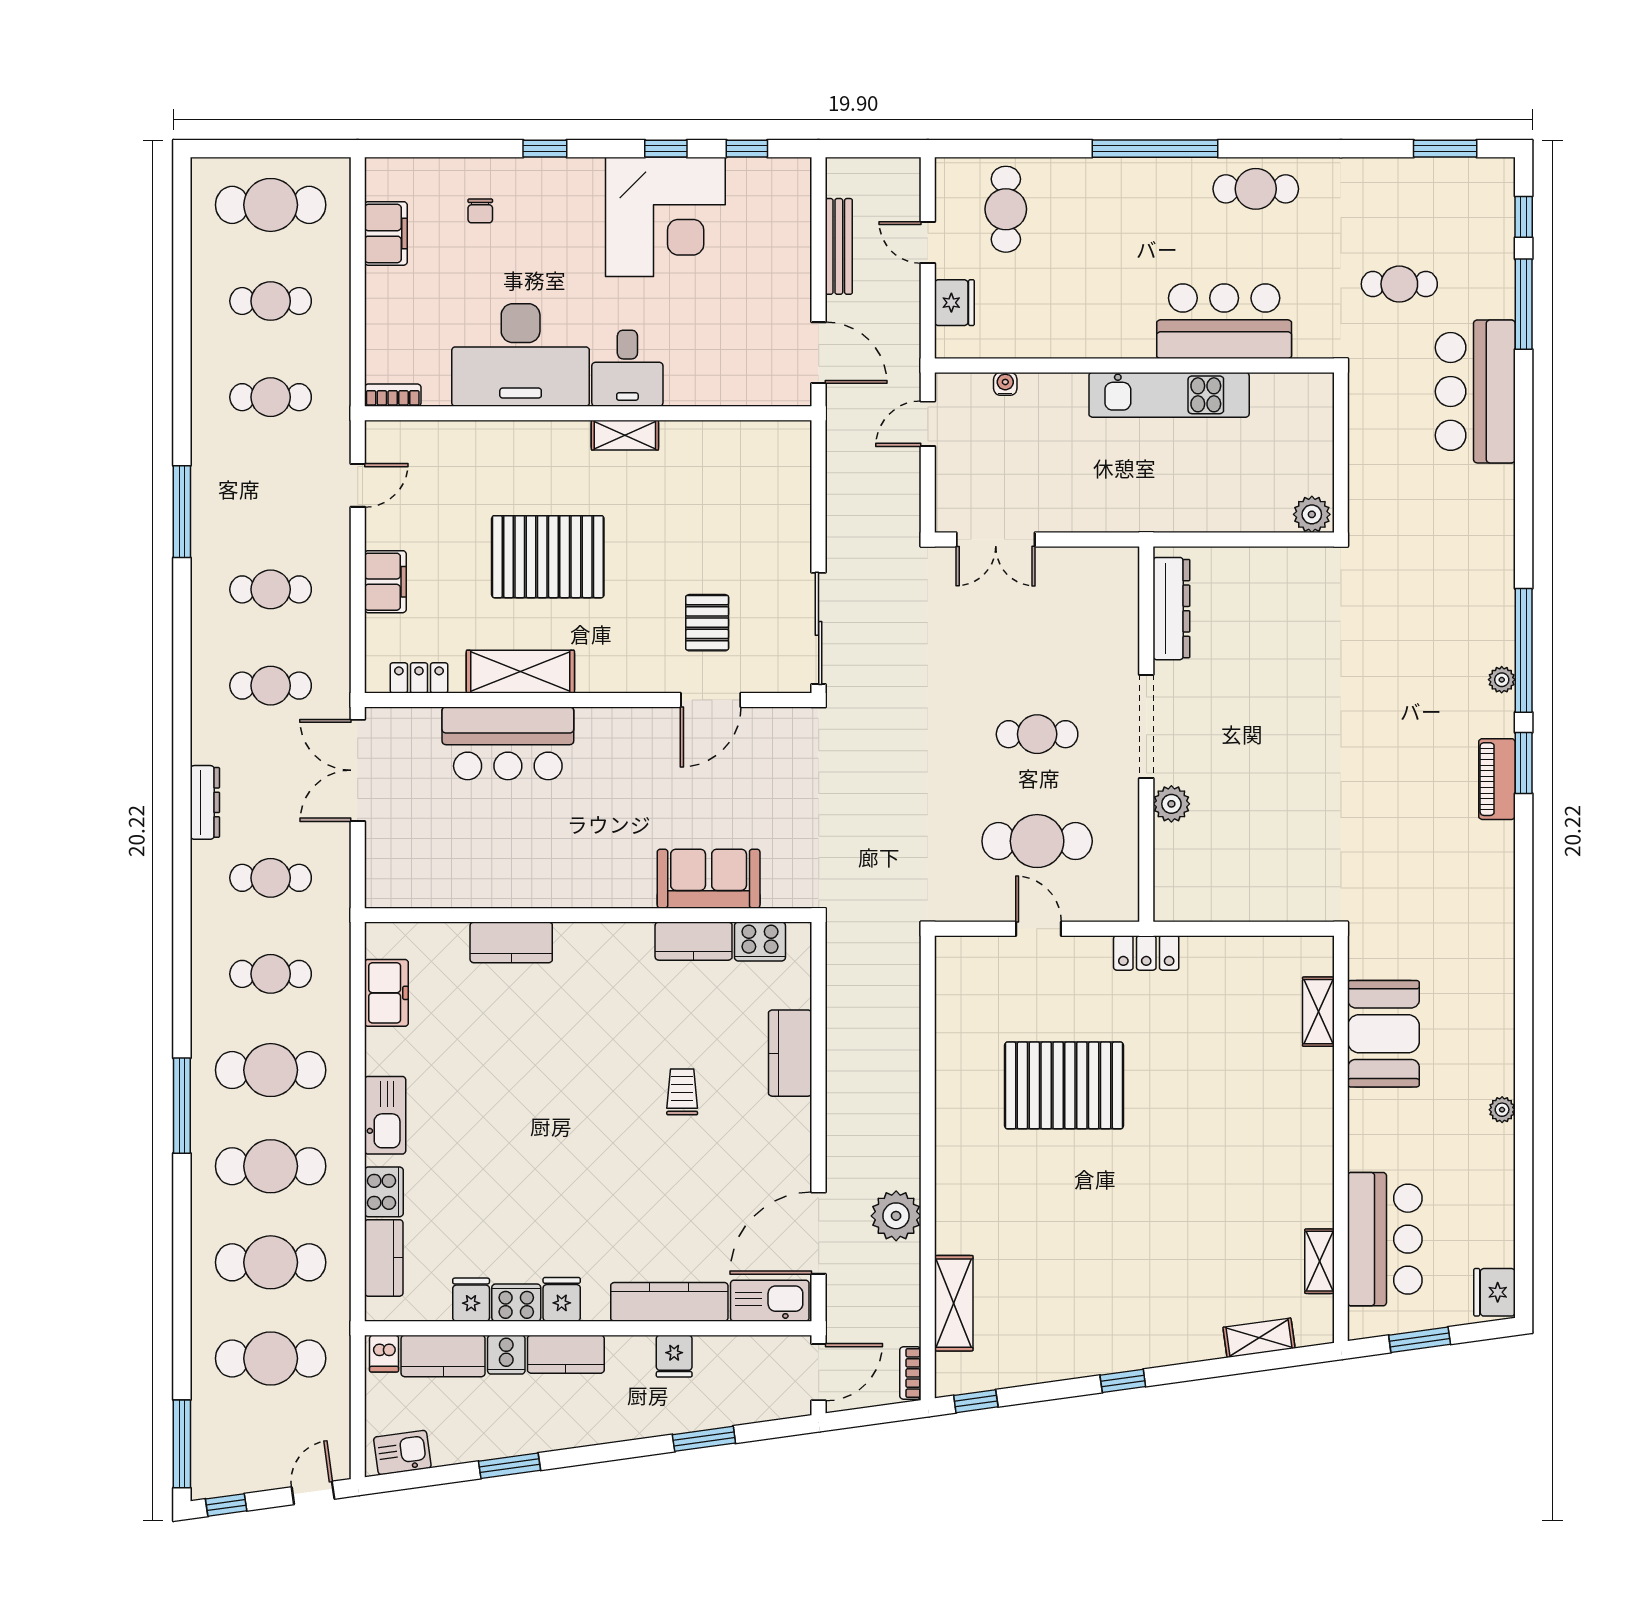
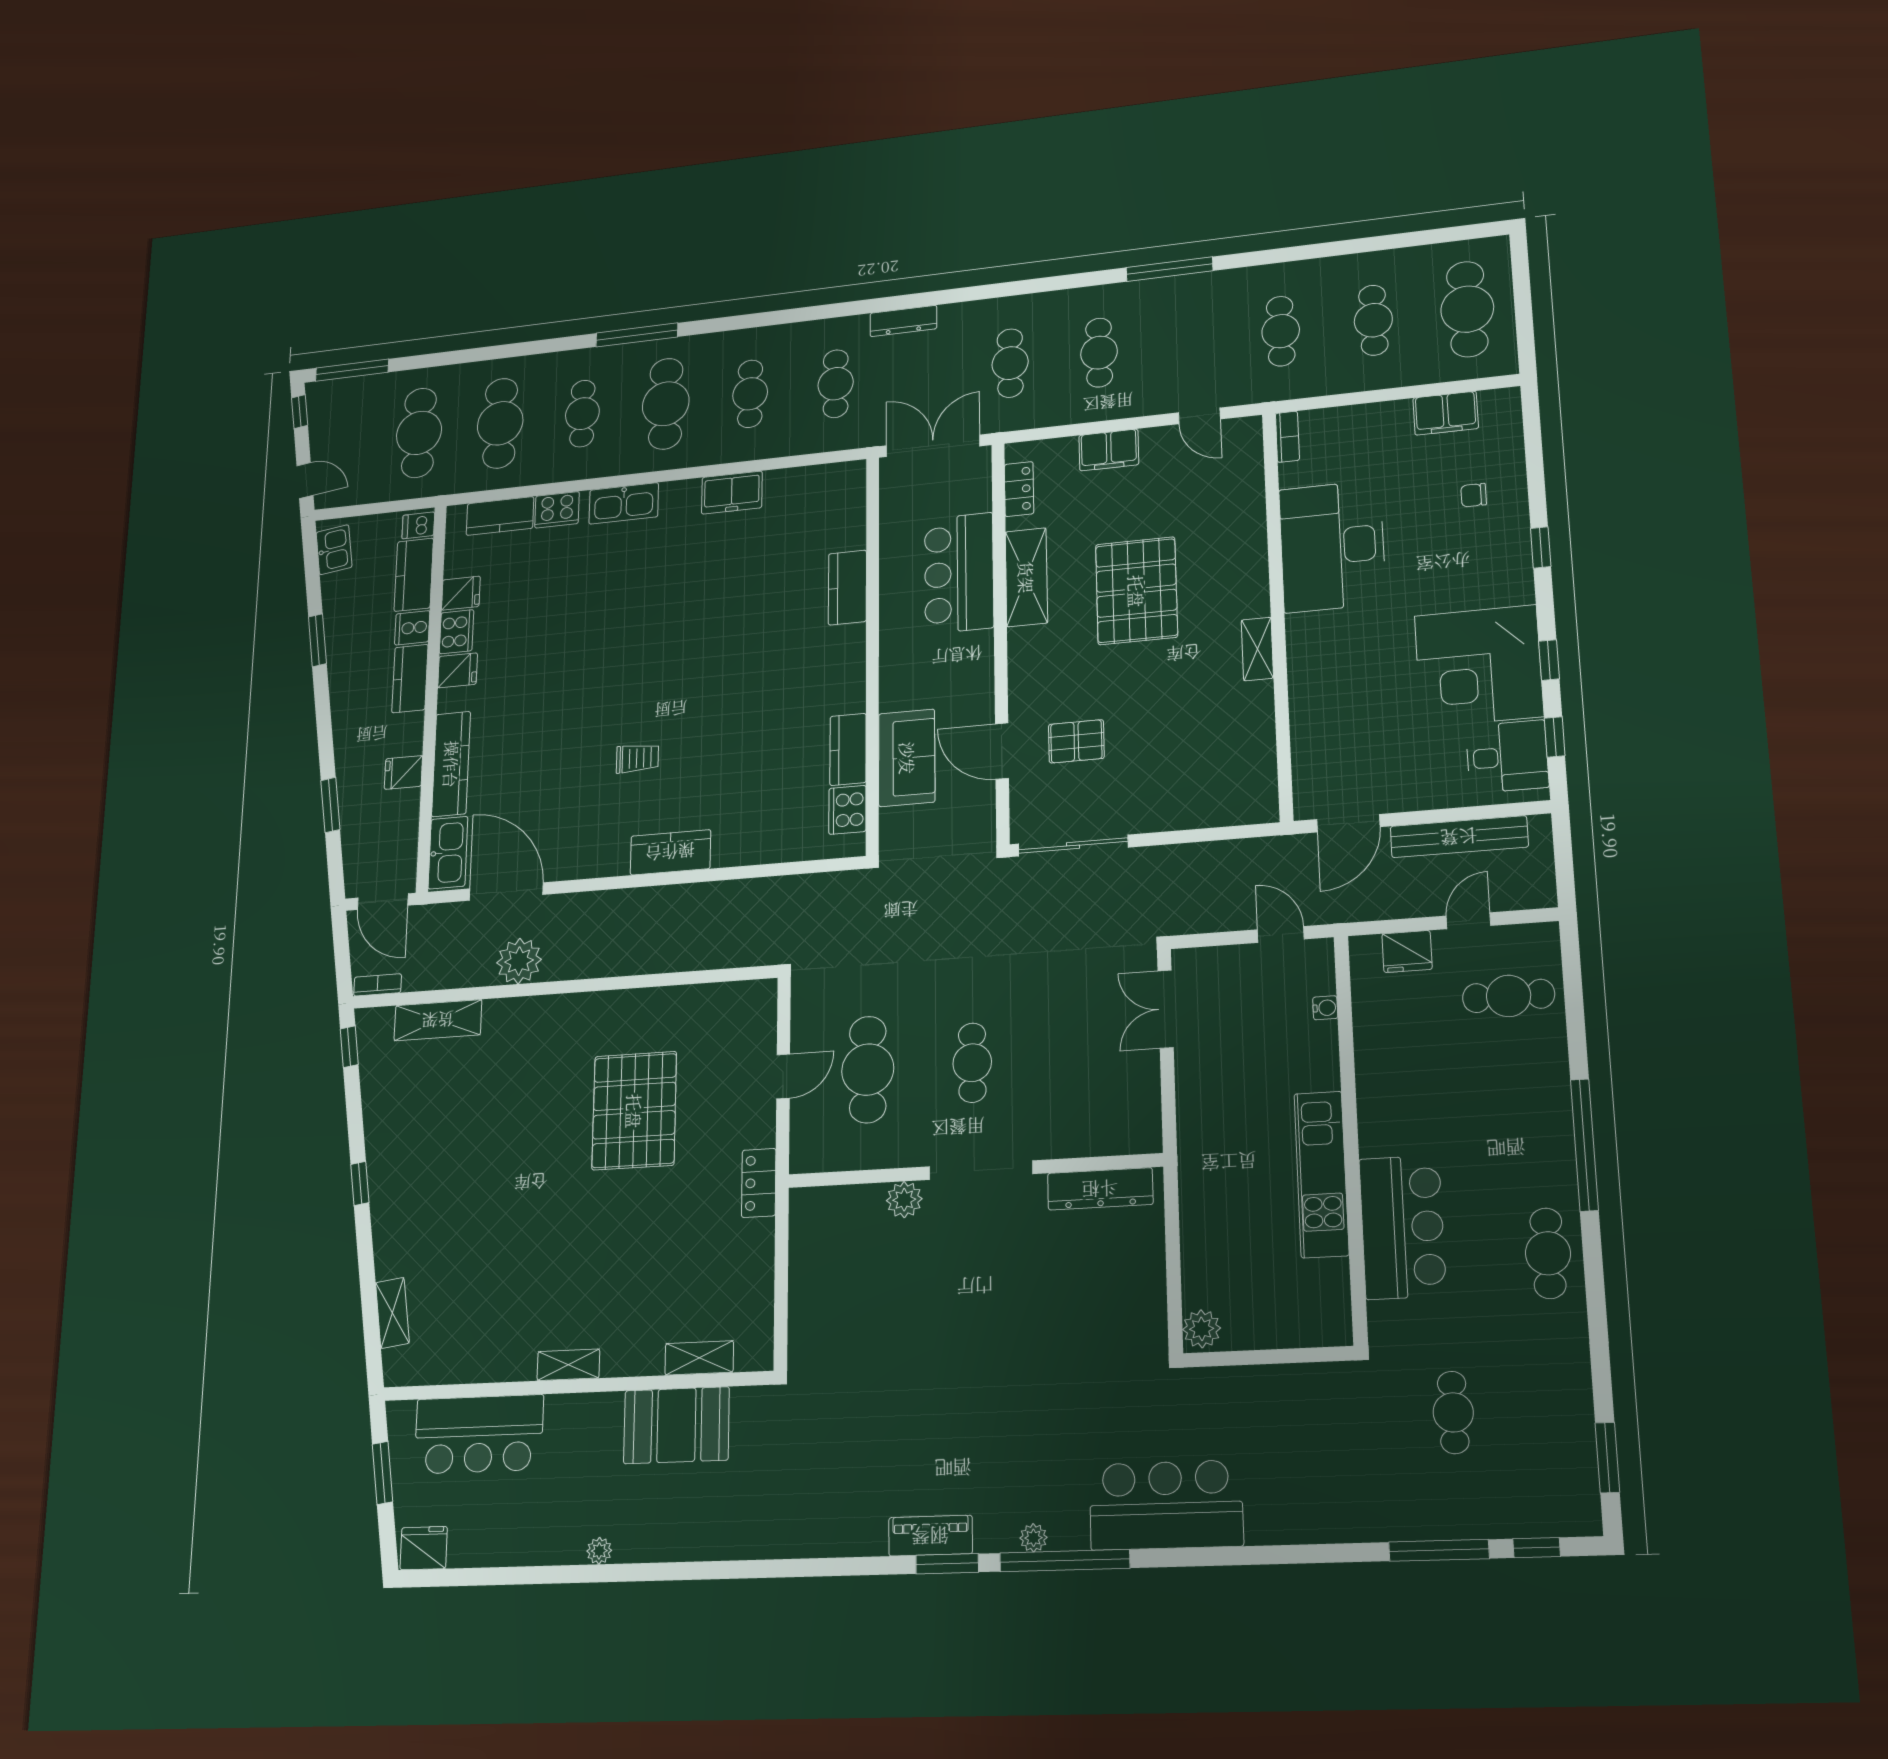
bench: (839, 246) -> (1459, 837), width x1.37, depth x1.21
desk: (627, 368) -> (1507, 757), moved, turned 180
bar counter: (1475, 391) -> (1166, 1505), moved
sofa: (709, 879) -> (907, 758), moved
wall: (588, 915) -> (872, 653), moved
kitchen counter: (694, 941) -> (848, 749), moved
cooker: (760, 941) -> (847, 810), moved
kitchen counter: (511, 942) -> (847, 588), moved
cafe table: (271, 1166) -> (582, 414), width x0.73, depth x0.74
shelving: (1320, 1261) -> (568, 1365), moved

